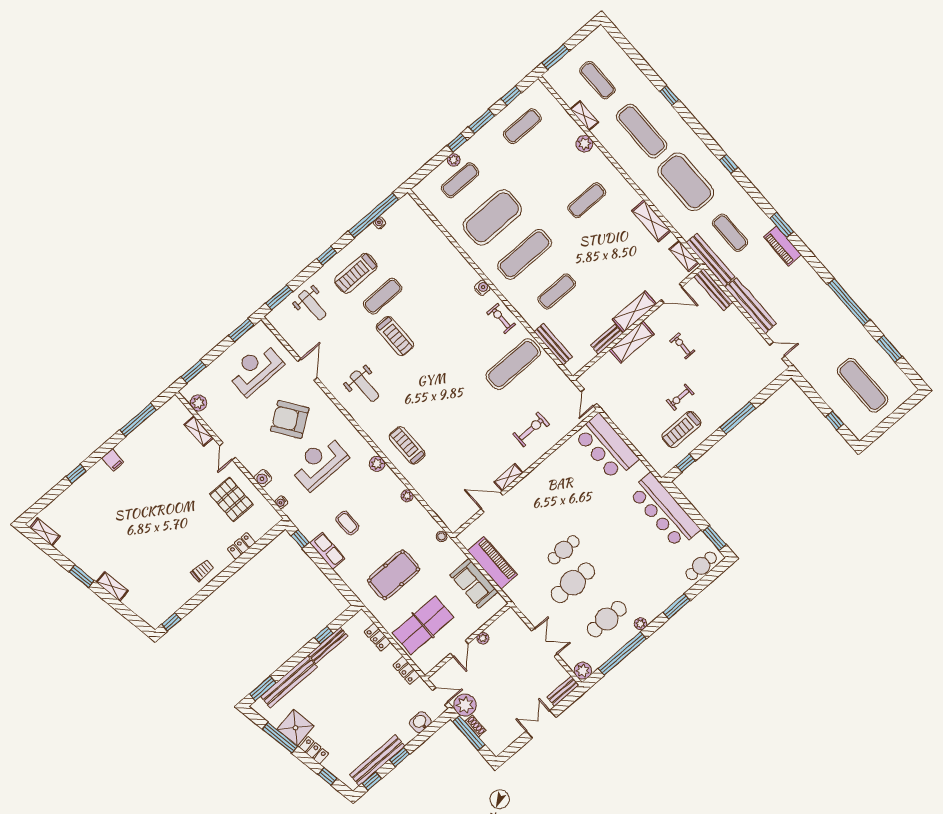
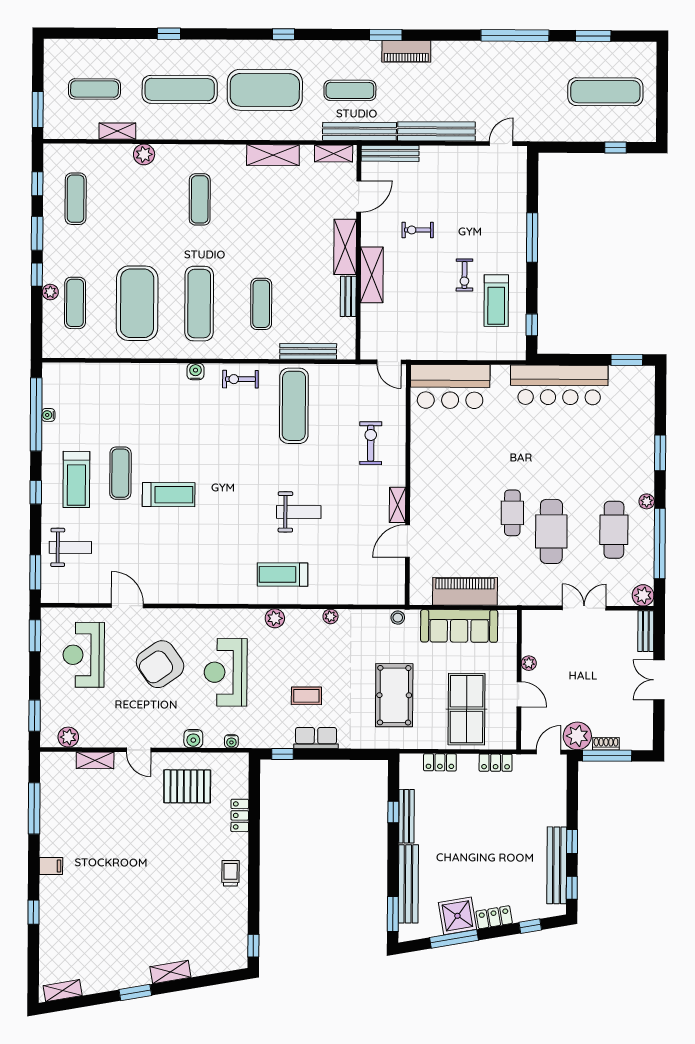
weight bench: (365, 386) -> (299, 512), moved
cafe table: (701, 566) -> (642, 396), removed
sofa: (474, 583) -> (459, 626), width x1.36
washbasin: (420, 722) -> (556, 793), removed

